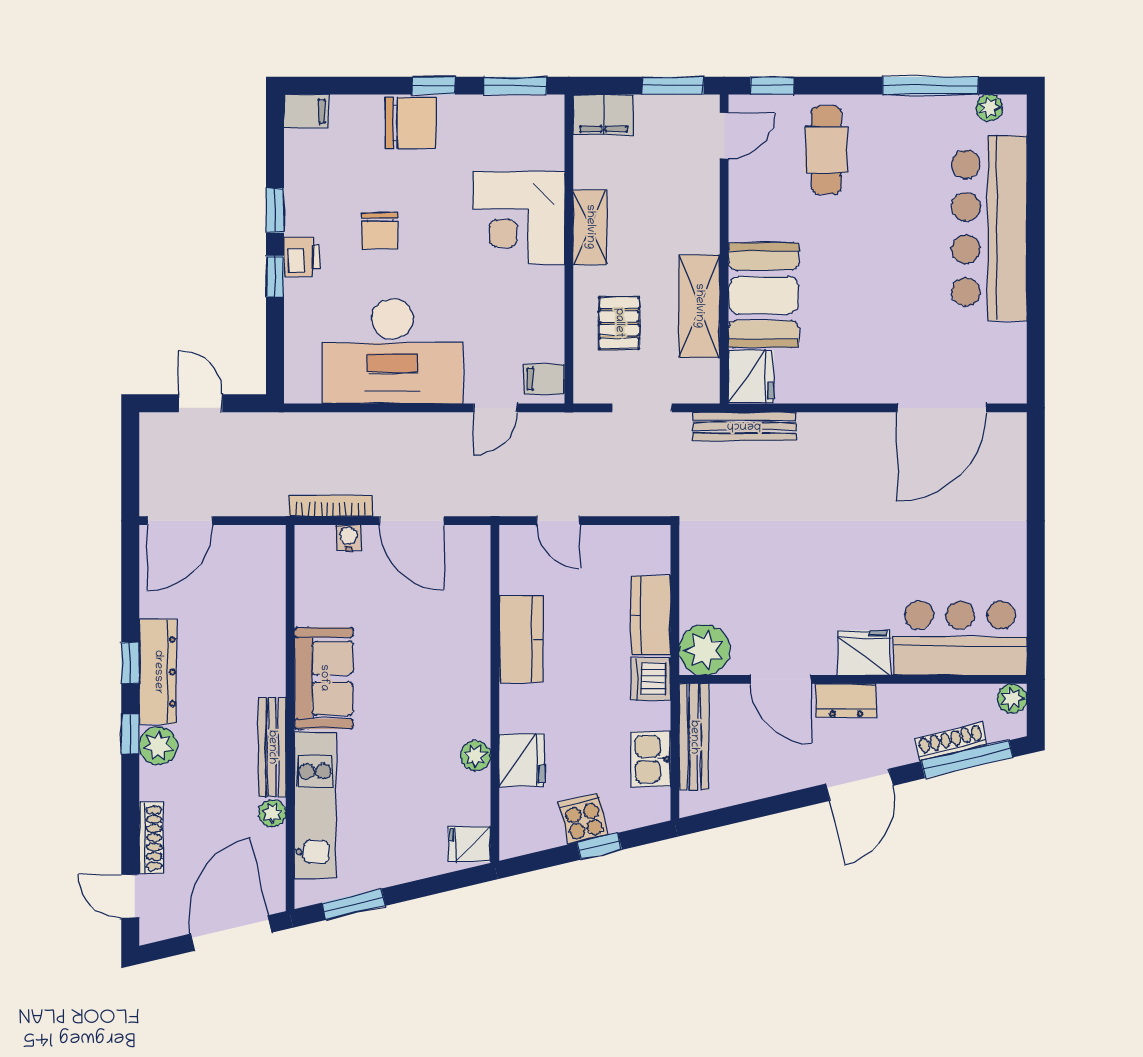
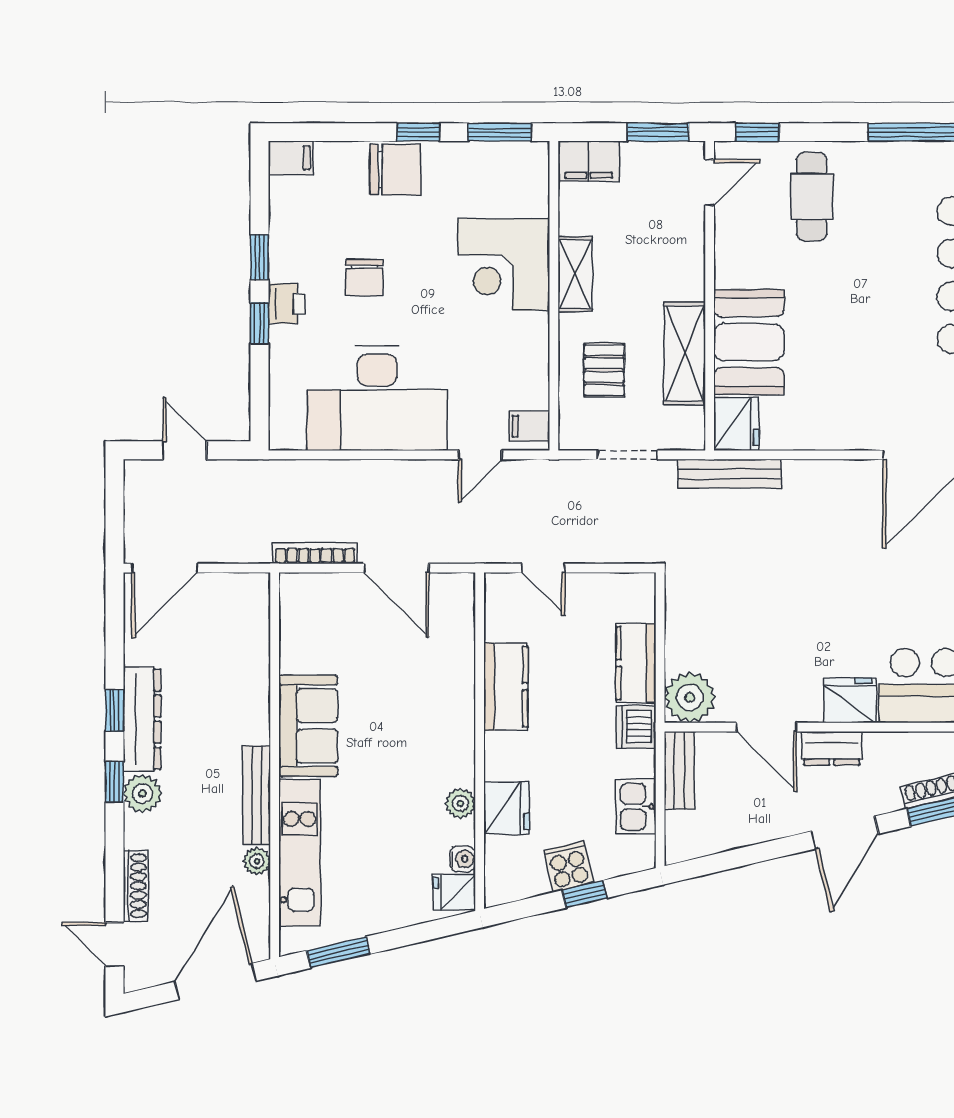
water cooler: (349, 538) -> (463, 859), moved, turned 90
bench: (694, 737) -> (679, 770), width x0.73

